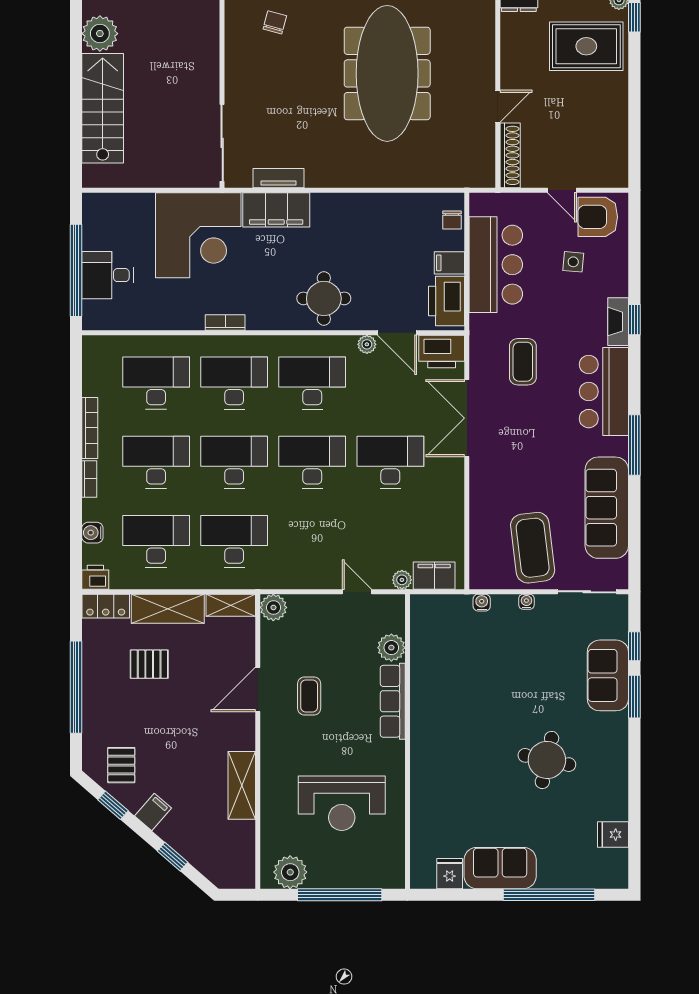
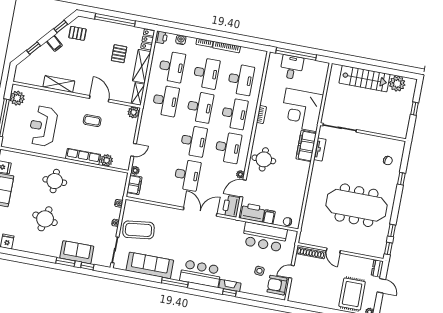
armchair: (598, 217) -> (277, 285), turned -90
coffee table: (523, 362) -> (220, 241), removed
round table: (459, 754) -> (55, 181), added

